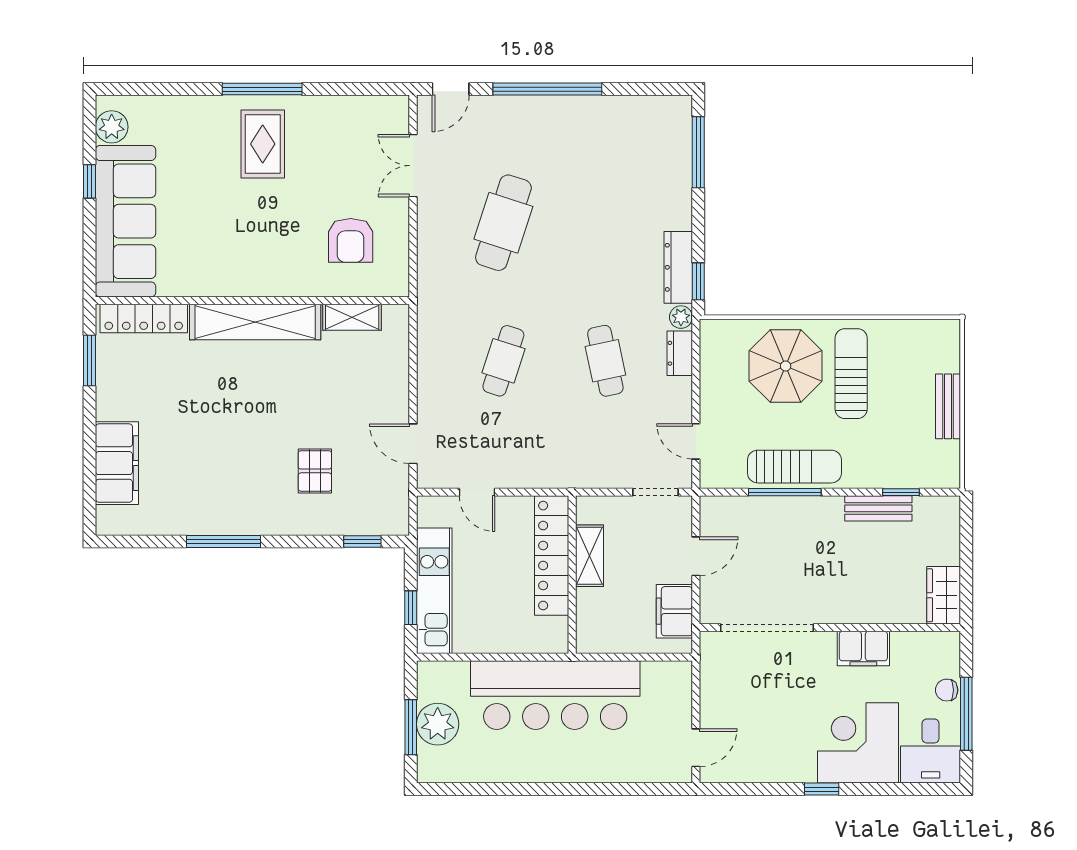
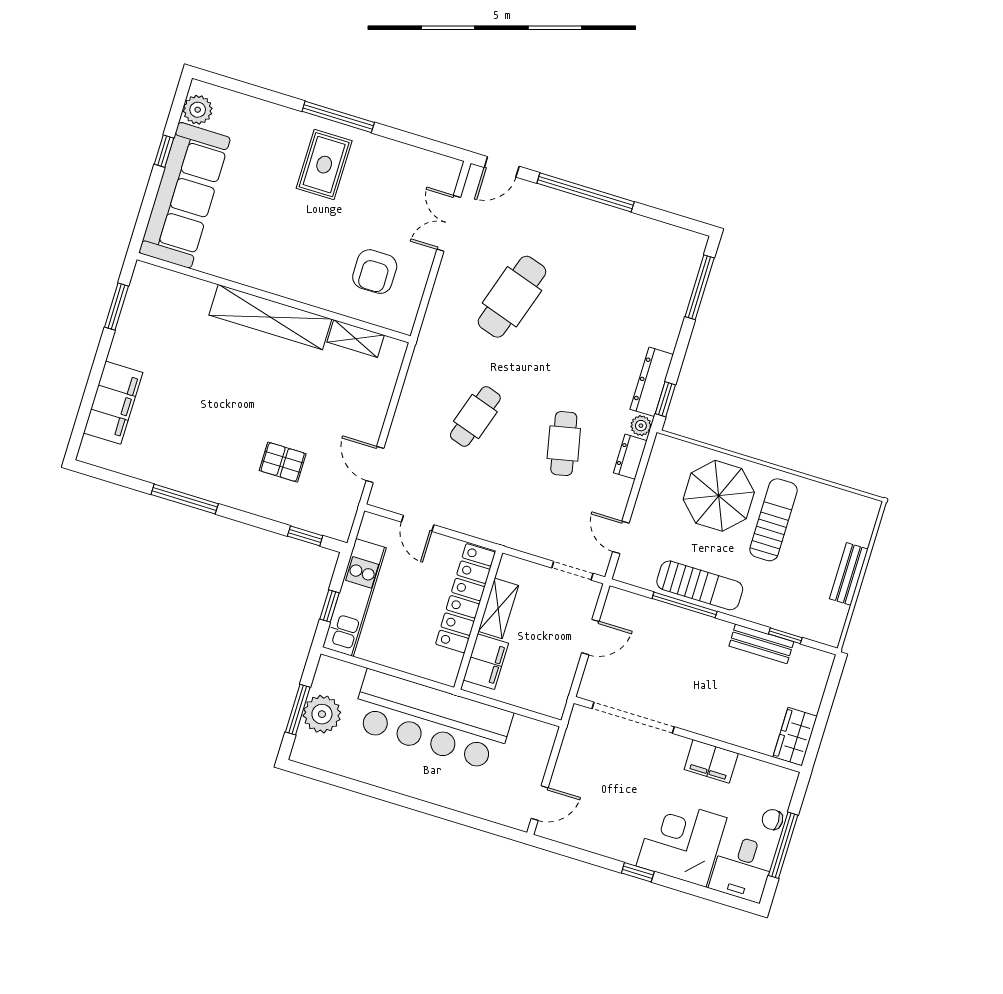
locker: (144, 319) -> (175, 284), removed
pallet: (315, 471) -> (283, 462), turned 90
filing cabinet: (674, 611) -> (486, 662), moved, turned 180

